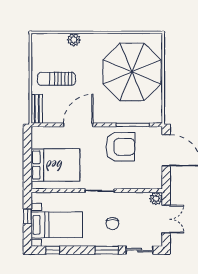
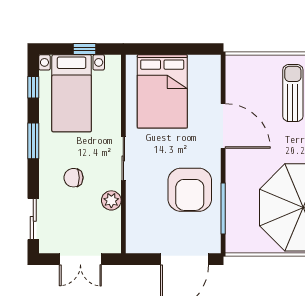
bench: (37, 109) -> (247, 63), removed
plant: (156, 199) -> (111, 200), moved
window: (107, 250) -> (33, 141), moved

